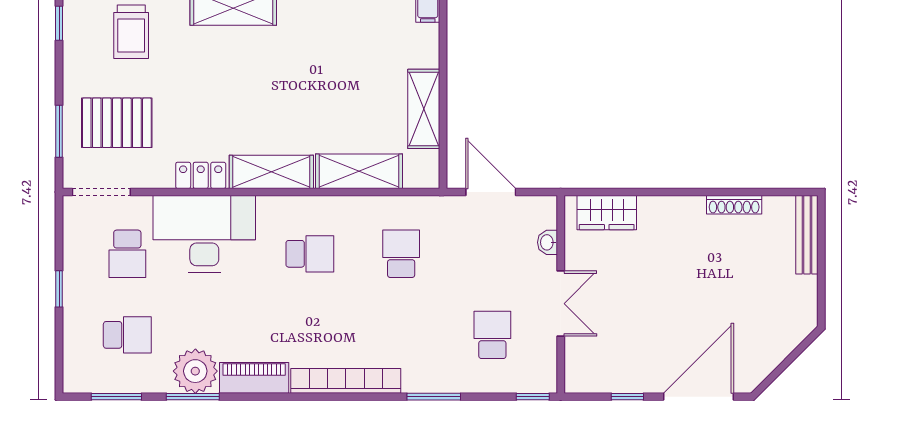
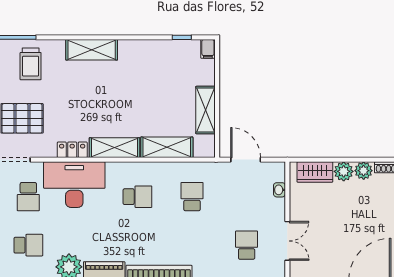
plant: (688, 210) -> (364, 171), added
plant: (655, 212) -> (344, 171), added
double door: (561, 304) -> (287, 241), moved

